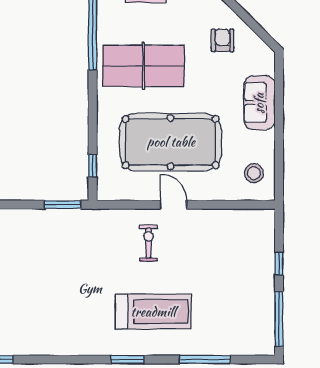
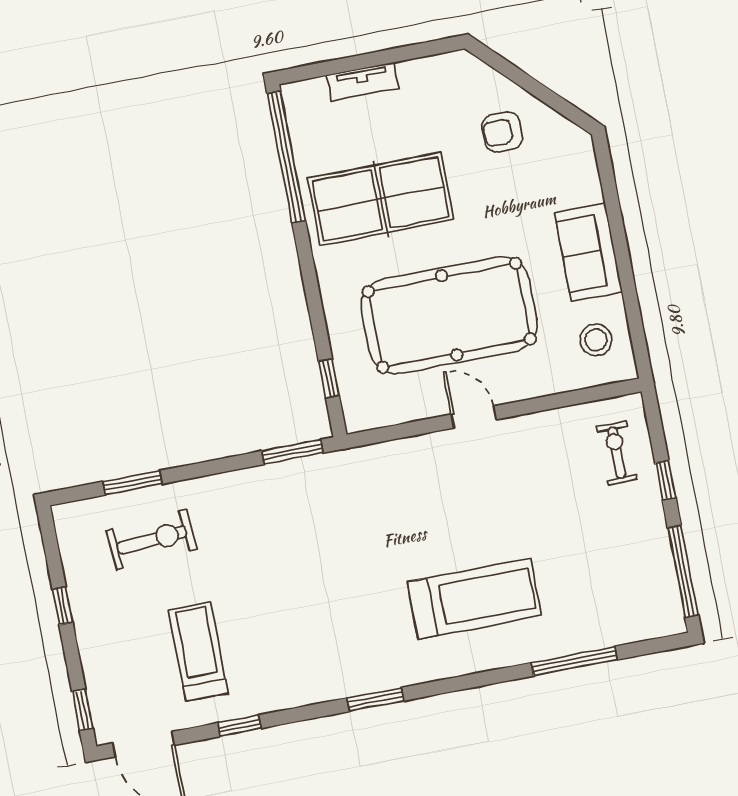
armchair: (222, 40) -> (502, 132), turned -90
sofa: (259, 103) -> (588, 252), moved
exercise bike: (149, 243) -> (617, 453), moved
window: (128, 360) -> (375, 699), moved

